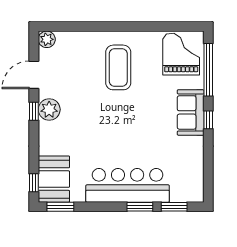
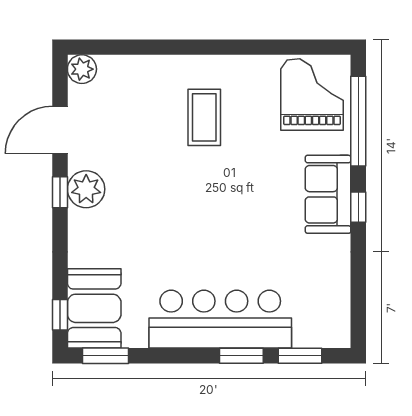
coffee table: (118, 67) -> (204, 117), width x0.73, depth x0.76

